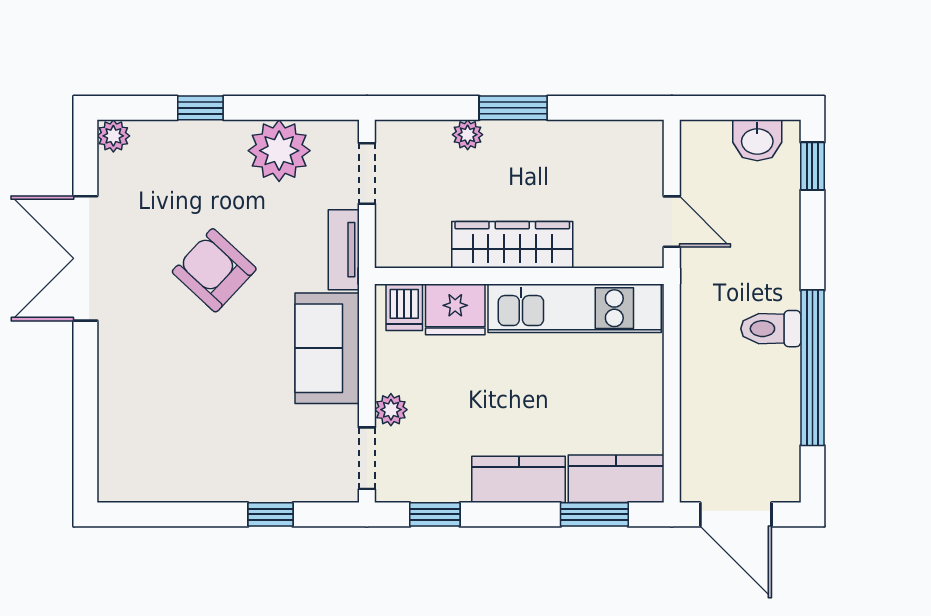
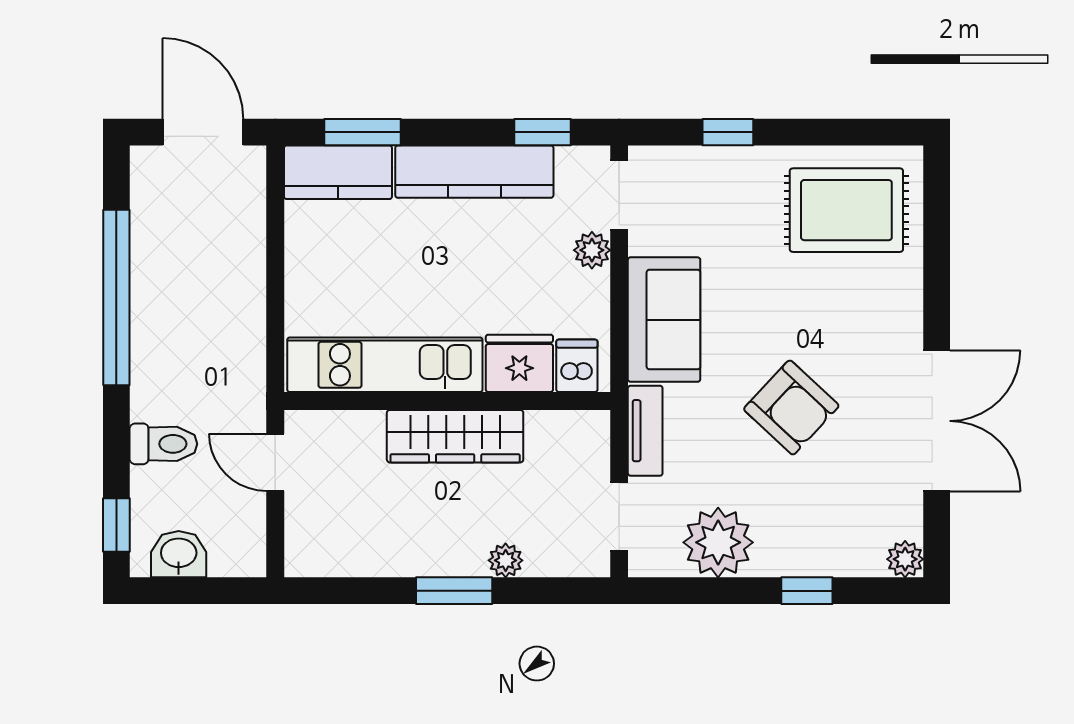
toilet: (771, 329) -> (163, 444), moved
rug: (165, 445) -> (846, 210), added
kitchen counter: (519, 479) -> (474, 172), width x1.50

